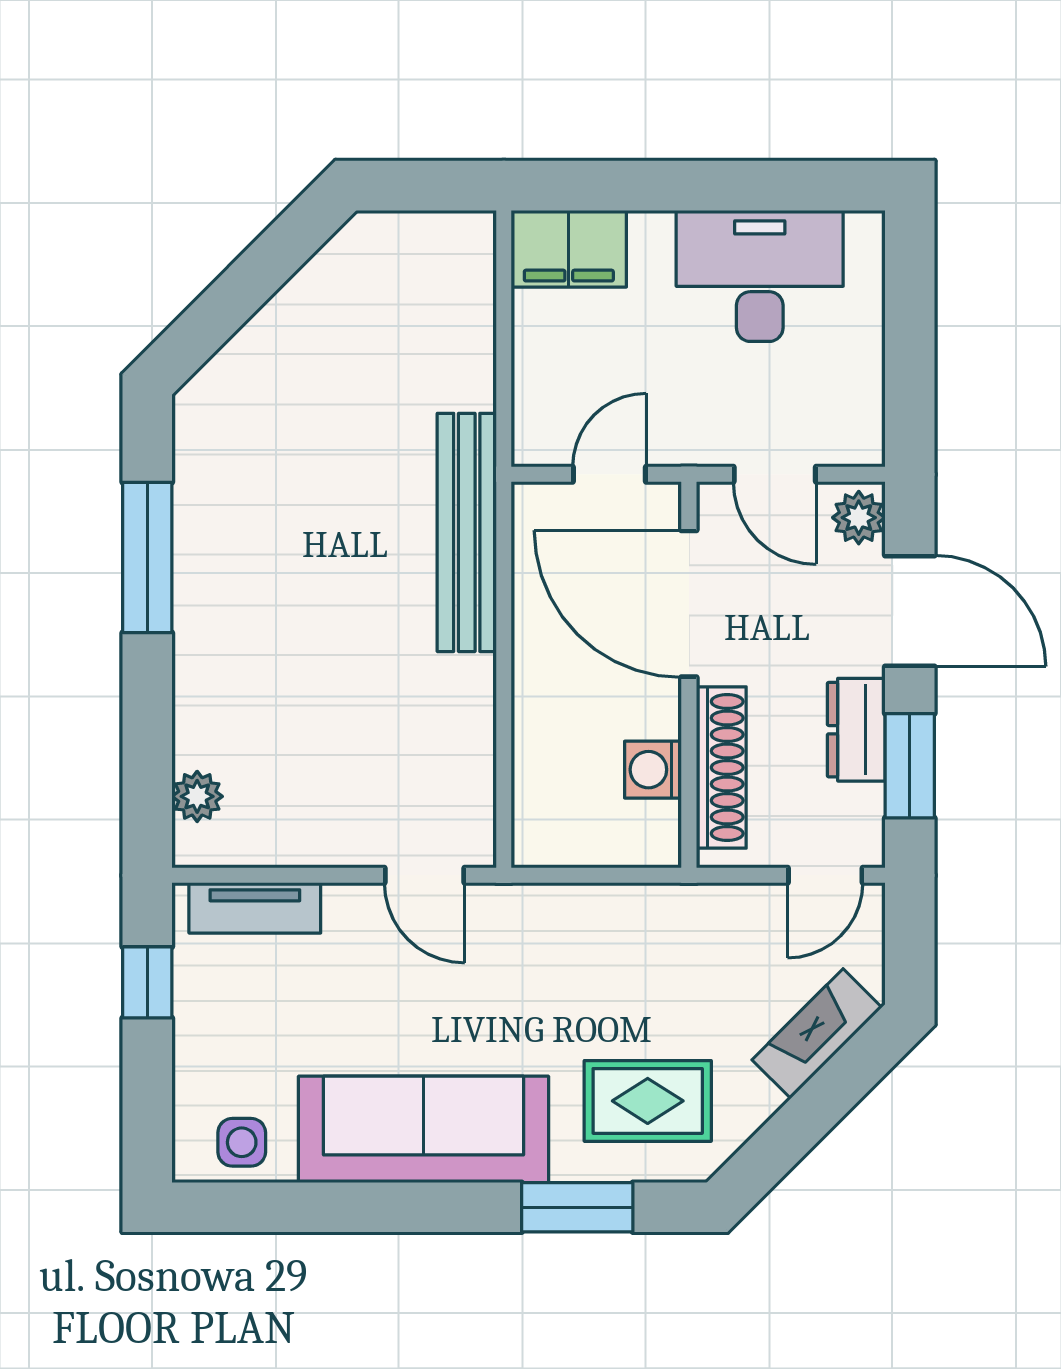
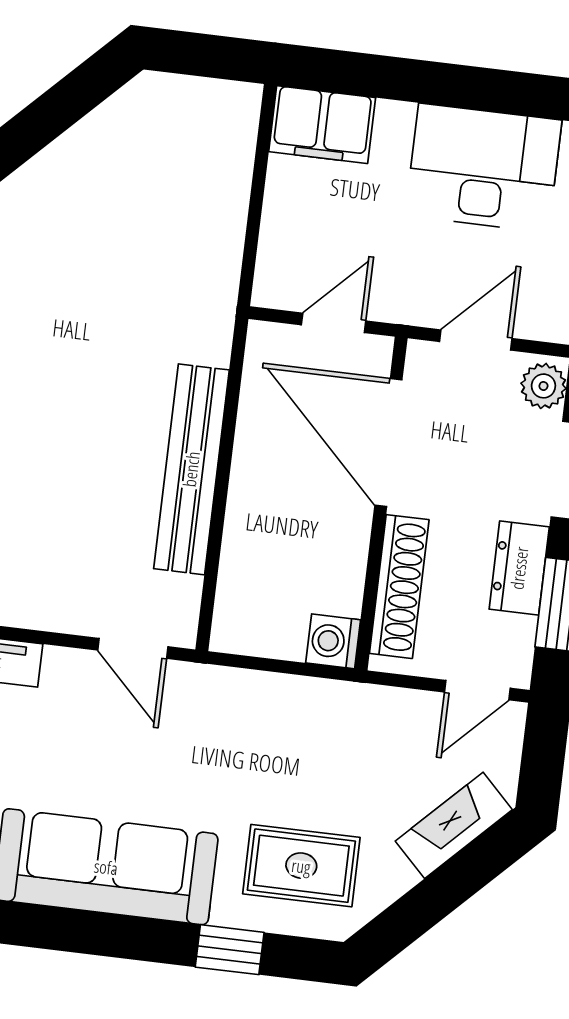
door: (775, 474) -> (476, 340), swing flipped
bench: (467, 532) -> (191, 469), moved
washing machine: (653, 770) -> (333, 641), moved
window: (577, 1207) -> (230, 950), width x0.67

